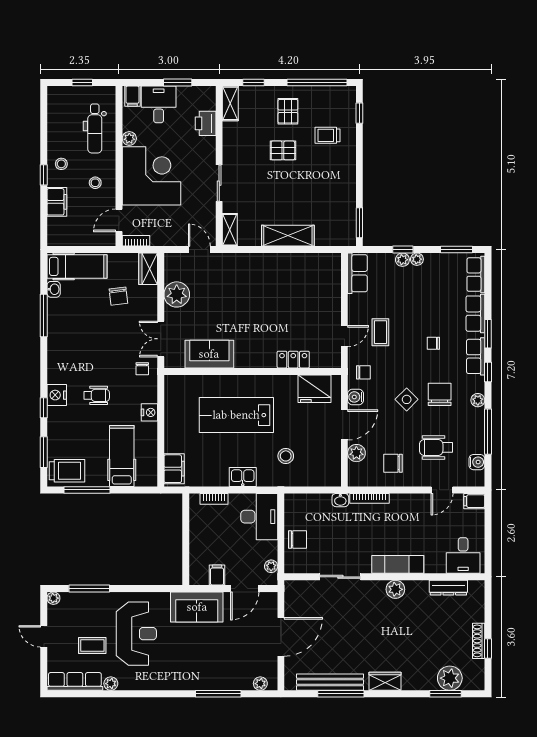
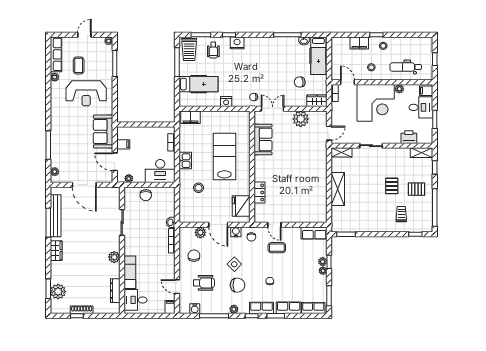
wheelchair: (97, 395) -> (213, 50), moved
wheelchair: (436, 447) -> (204, 283), turned 90
exam couch: (398, 564) -> (130, 272), moved

